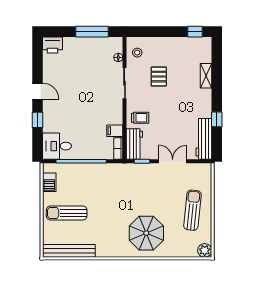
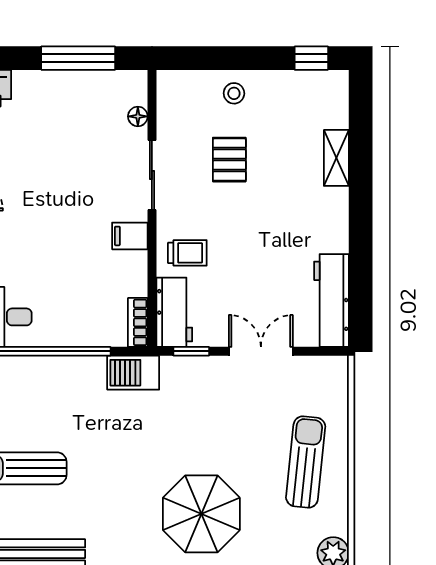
stool: (137, 53) -> (234, 93), moved
window: (217, 119) -> (361, 257), removed
filing cabinet: (115, 131) -> (130, 236), moved
barbecue: (116, 171) -> (133, 373), added

